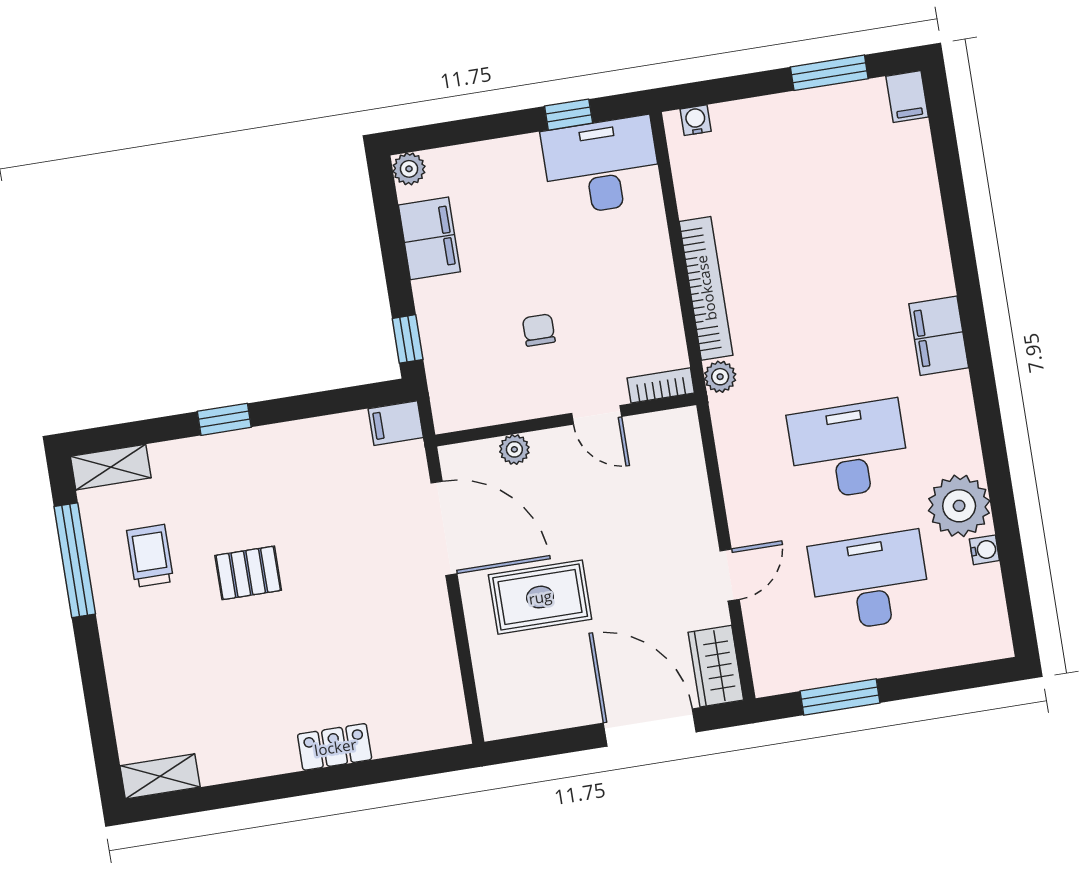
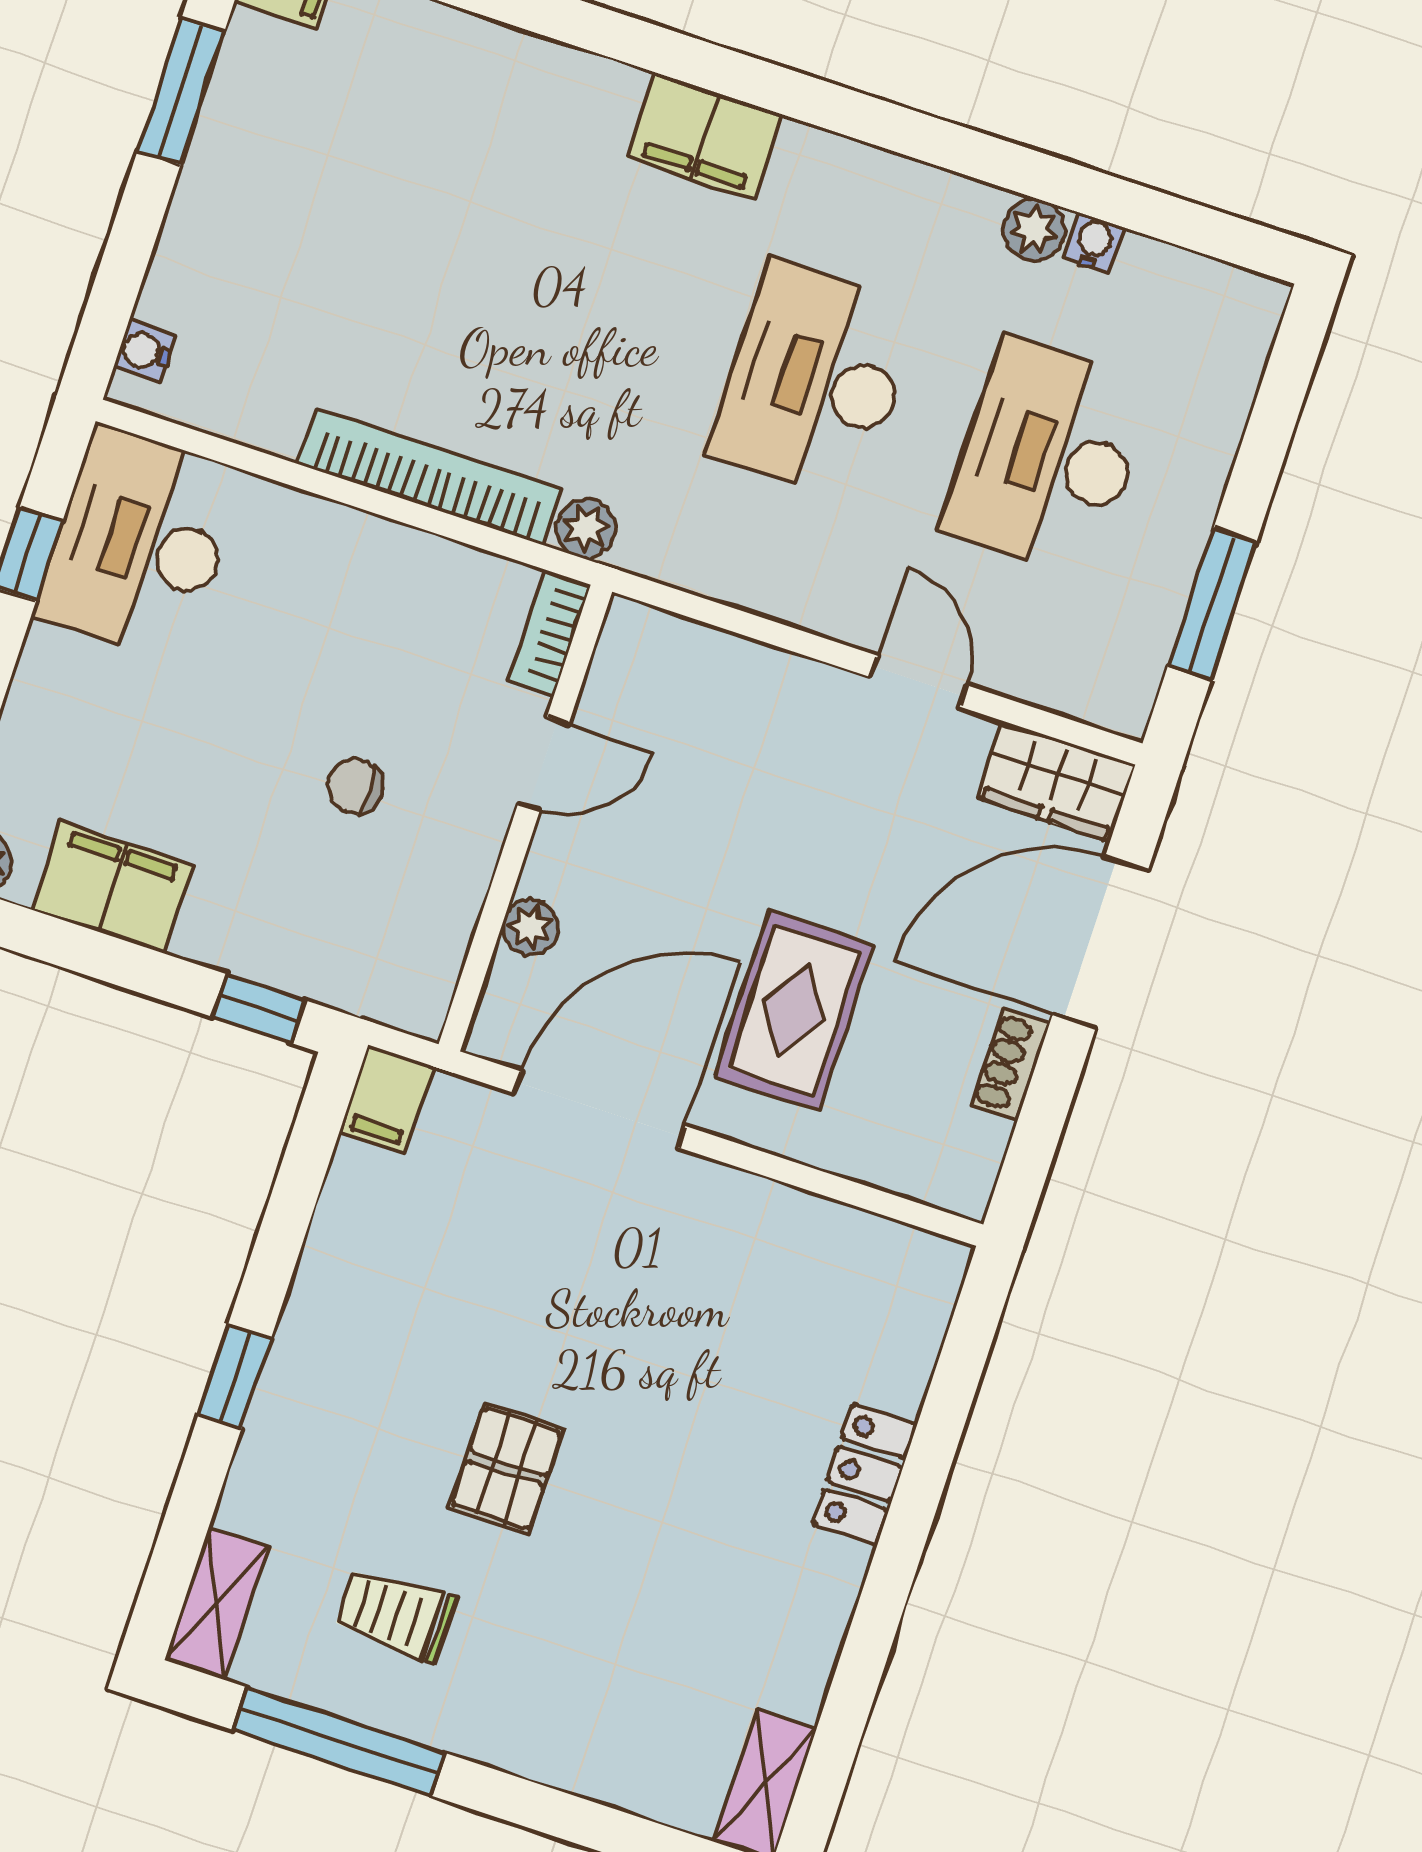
plant: (959, 506) -> (1034, 230), width x0.53, depth x0.53
shoe rack: (568, 715) -> (1010, 1064), added

